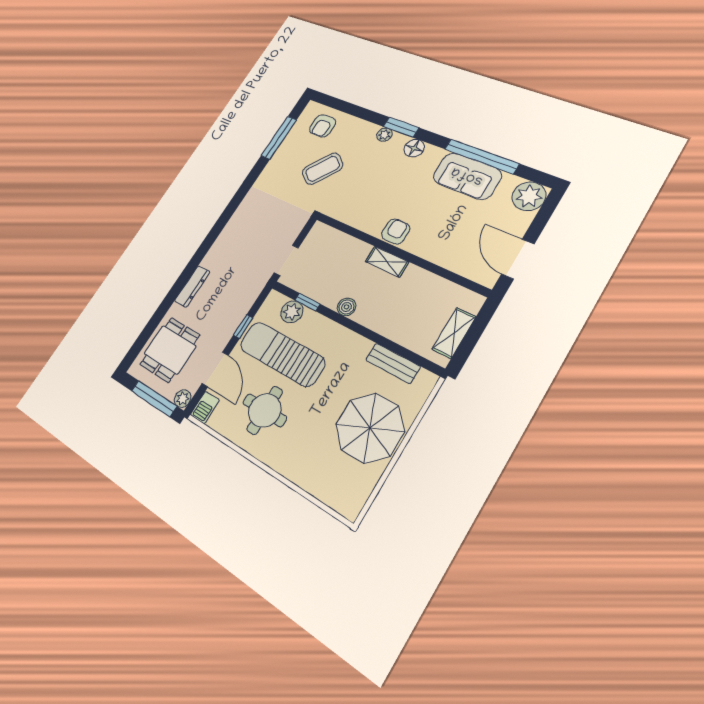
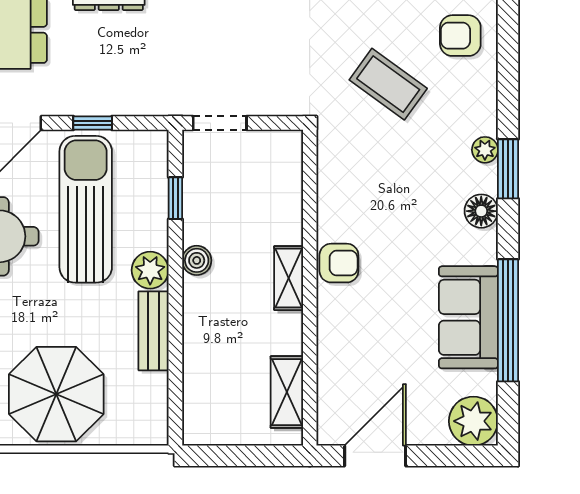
plant: (292, 312) -> (150, 270), moved
shelving: (454, 333) -> (287, 392), moved, turned 90
bench: (393, 363) -> (154, 331), moved

